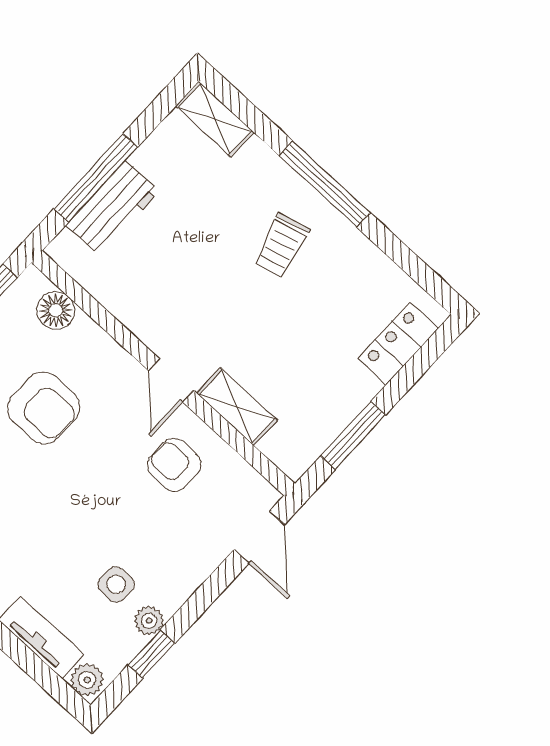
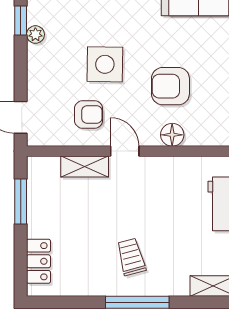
floor lamp: (56, 310) -> (172, 135), moved
side table: (116, 584) -> (105, 64), moved, width x1.87, depth x1.87

